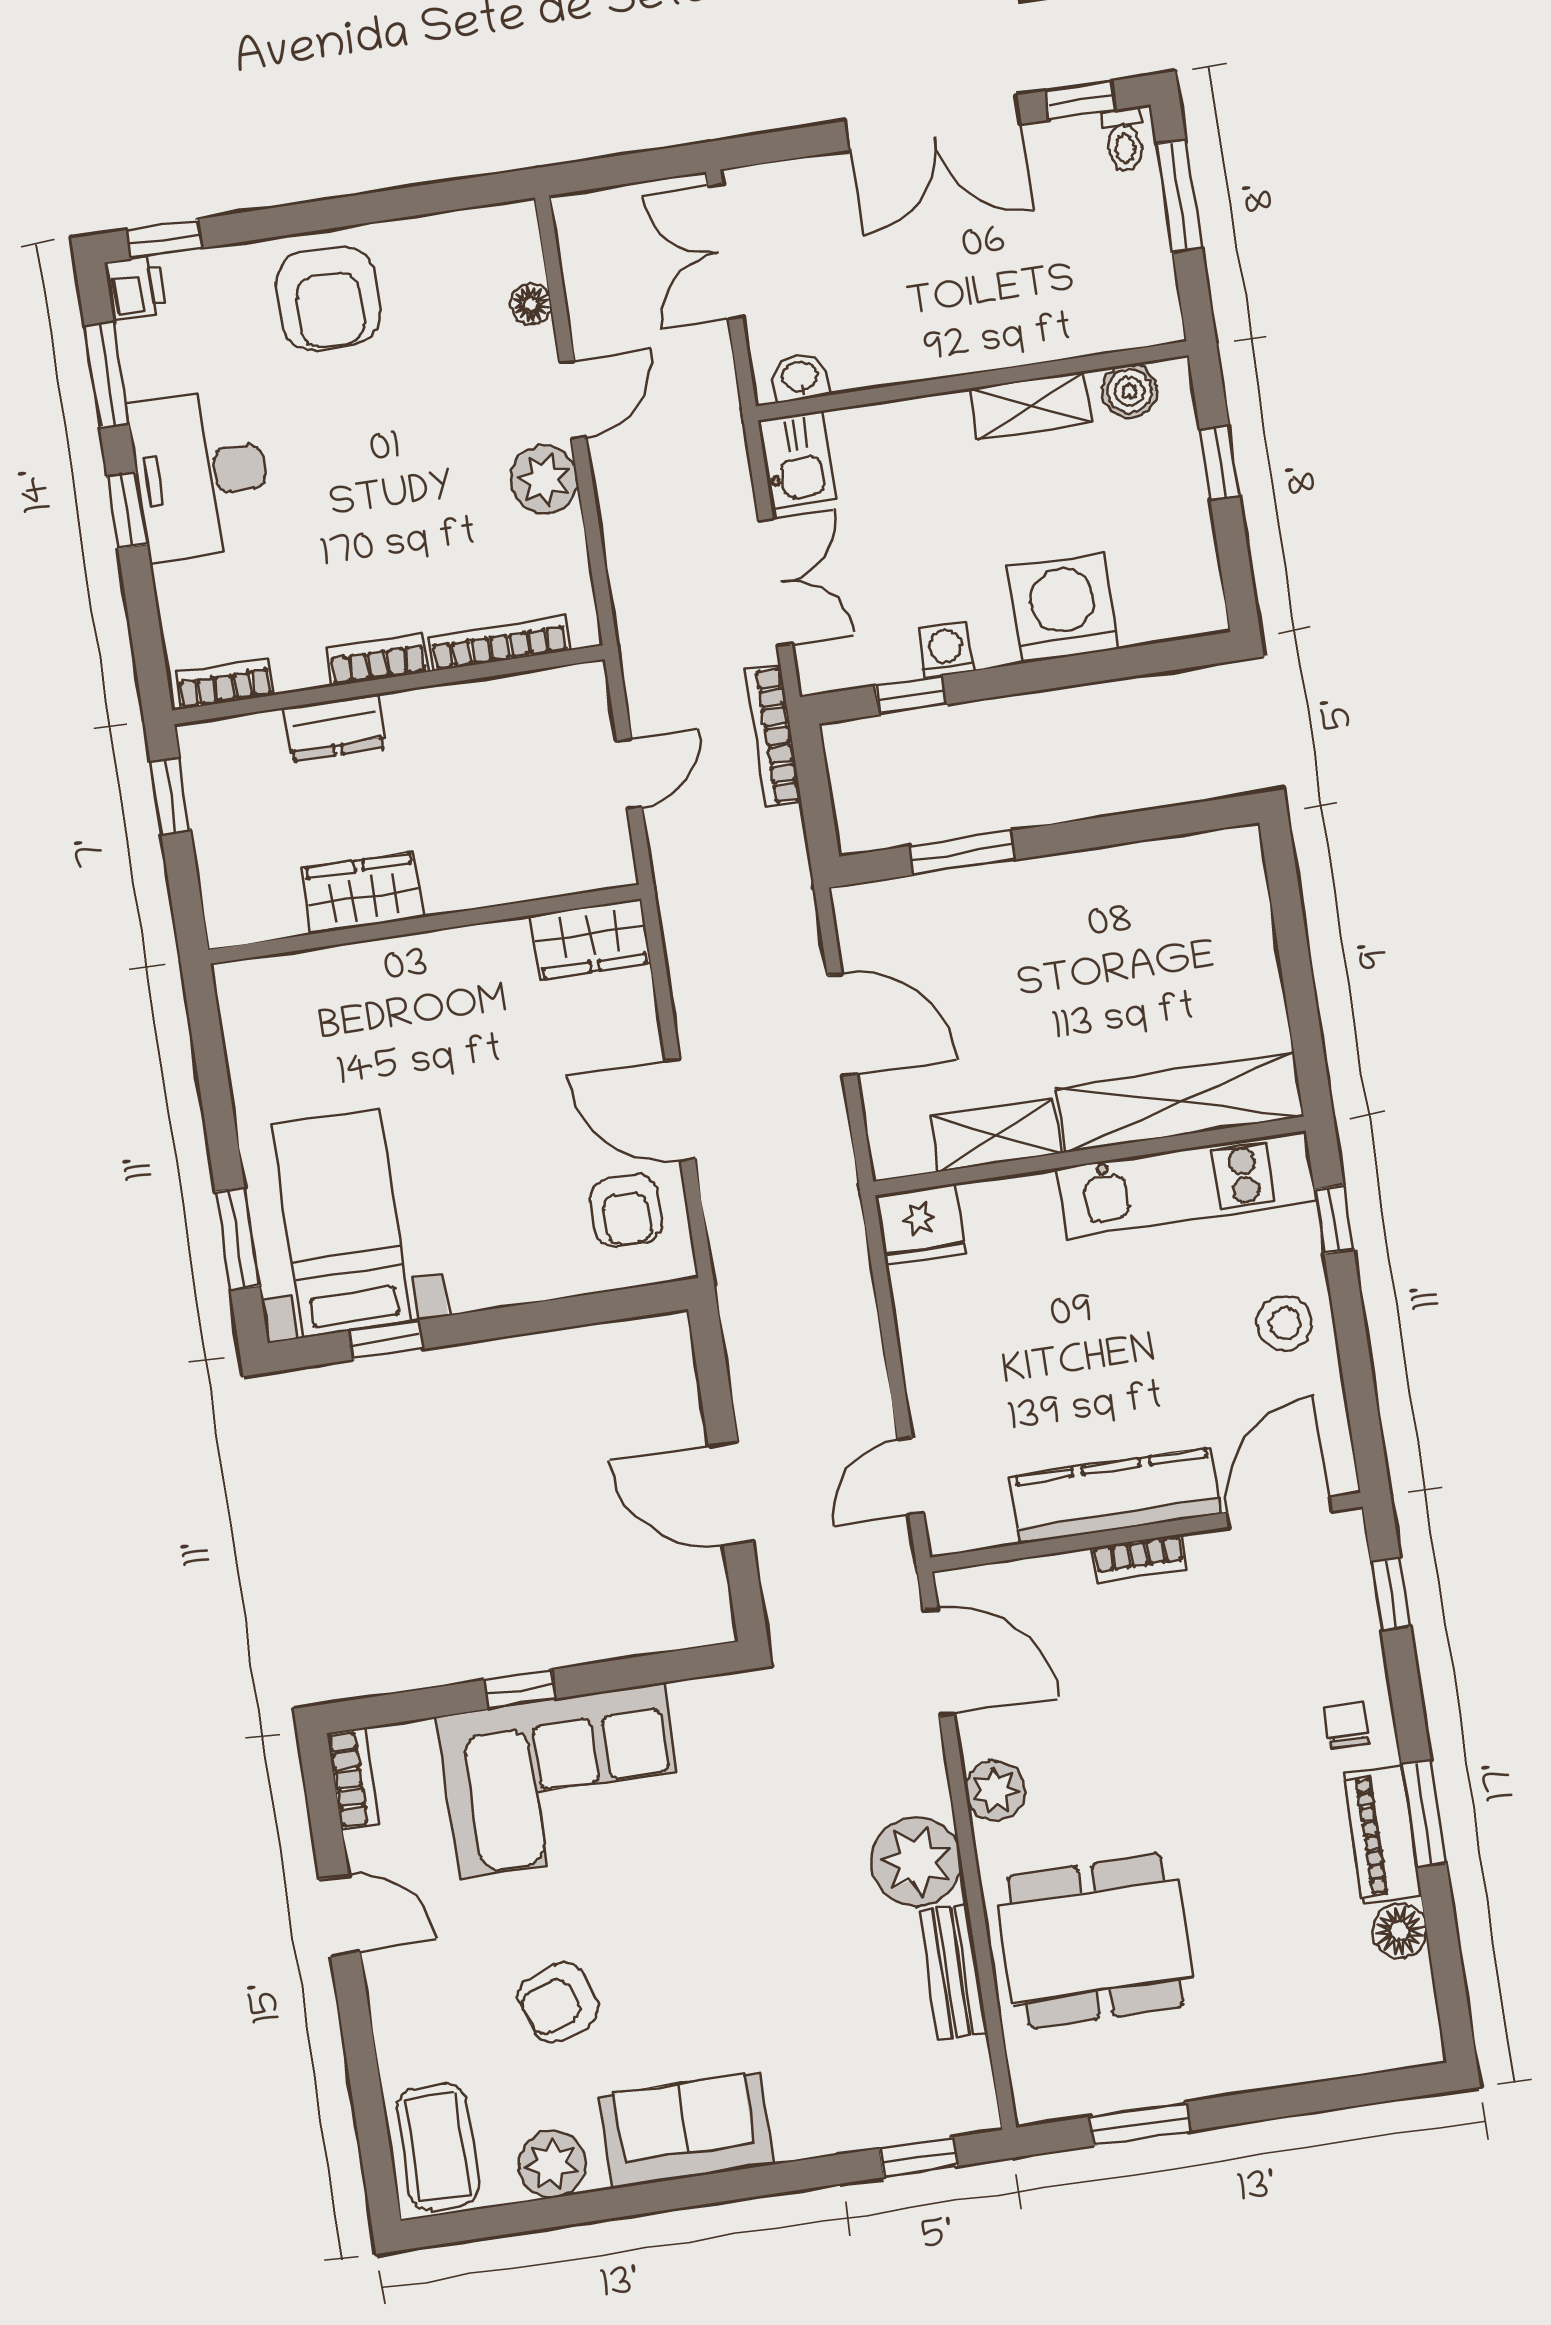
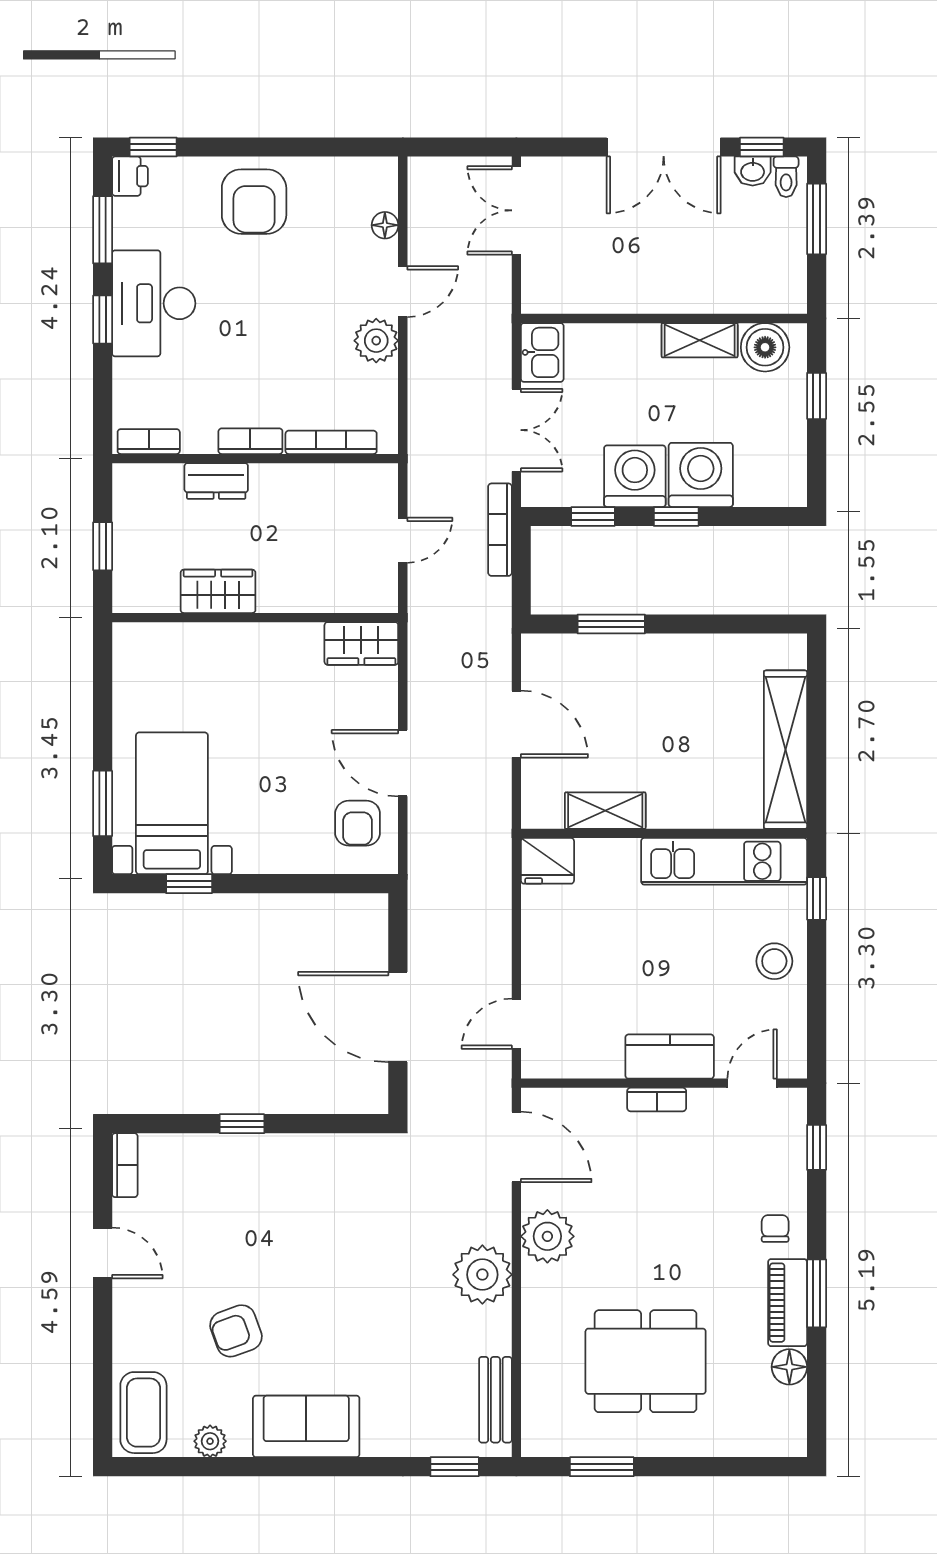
washbasin: (800, 377) -> (753, 171), moved, turned 180
boiler: (1129, 391) -> (765, 347), width x1.36, depth x1.36
washing machine: (946, 650) -> (635, 476), width x1.89, depth x1.89
window: (1036, 676) -> (676, 516), added
window: (170, 796) -> (103, 546), moved
shelving: (1180, 1102) -> (785, 750), moved, turned 90
door: (731, 1493) -> (398, 1017), width x1.36
kitchen counter: (1115, 1496) -> (670, 1057), width x0.67
door: (1279, 1512) -> (752, 1083), width x0.73
corner sofa: (562, 1781) -> (260, 1187), removed
plant: (995, 1791) -> (547, 1236), width x1.36, depth x1.36
dining table: (1096, 1941) -> (646, 1361), moved
bench: (953, 1972) -> (495, 1400), moved
plant: (552, 2164) -> (210, 1441), width x0.73, depth x0.73

